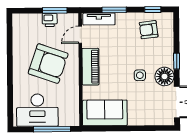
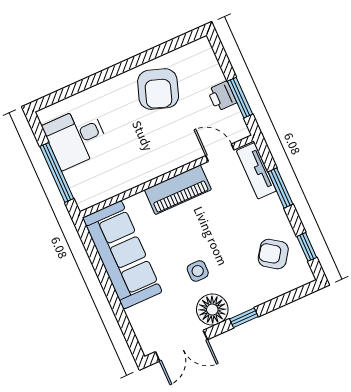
armchair: (149, 30) -> (273, 254), turned -48
armchair: (48, 64) -> (158, 89), moved, width x0.73, depth x0.73
desk: (37, 110) -> (76, 138), width x0.73
sofa: (105, 113) -> (122, 255), width x1.36

